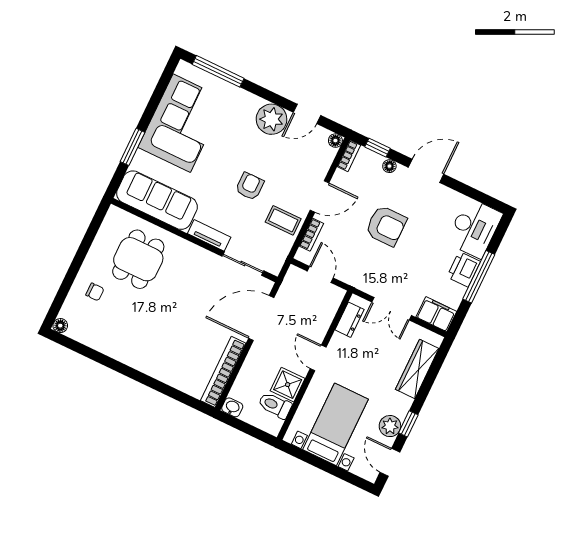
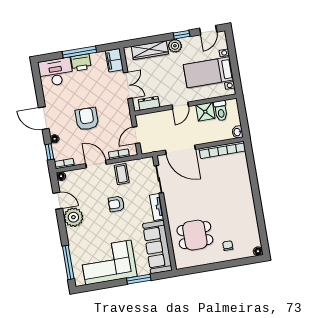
plant: (390, 426) -> (175, 46), moved

